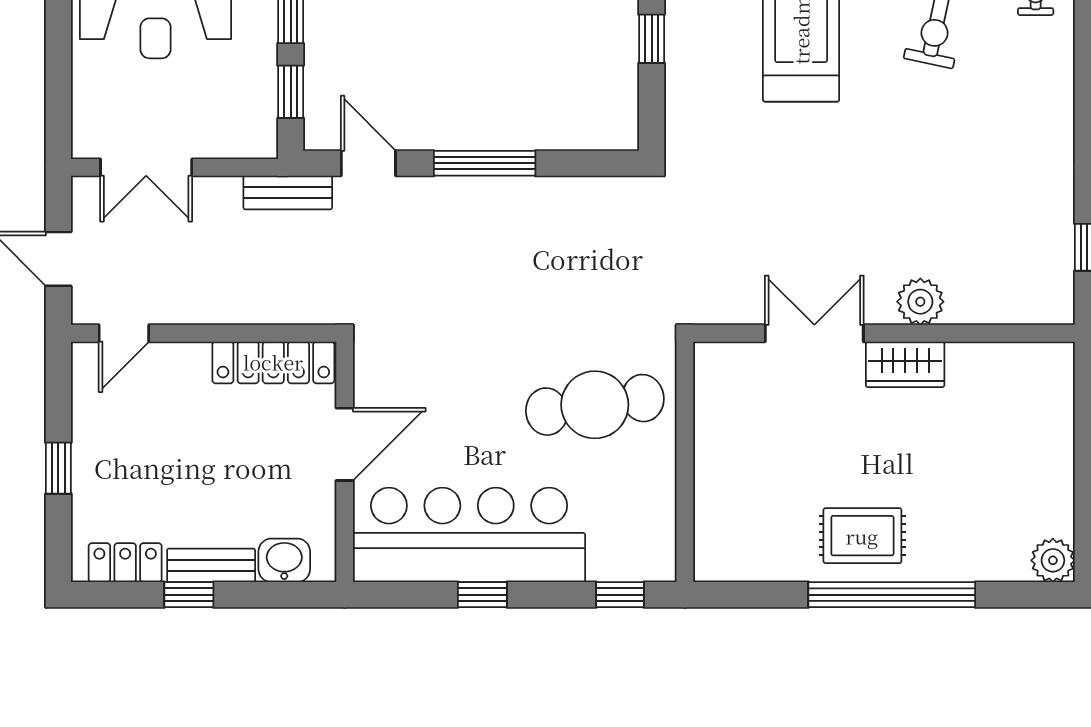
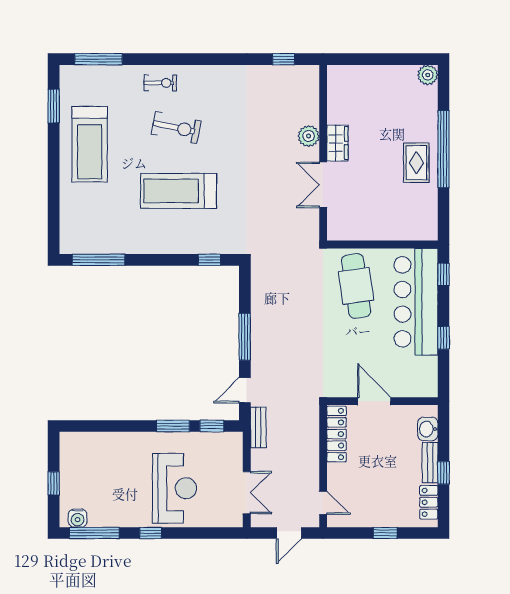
window: (652, 39) -> (209, 260), moved
bar counter: (469, 535) -> (416, 302), moved

